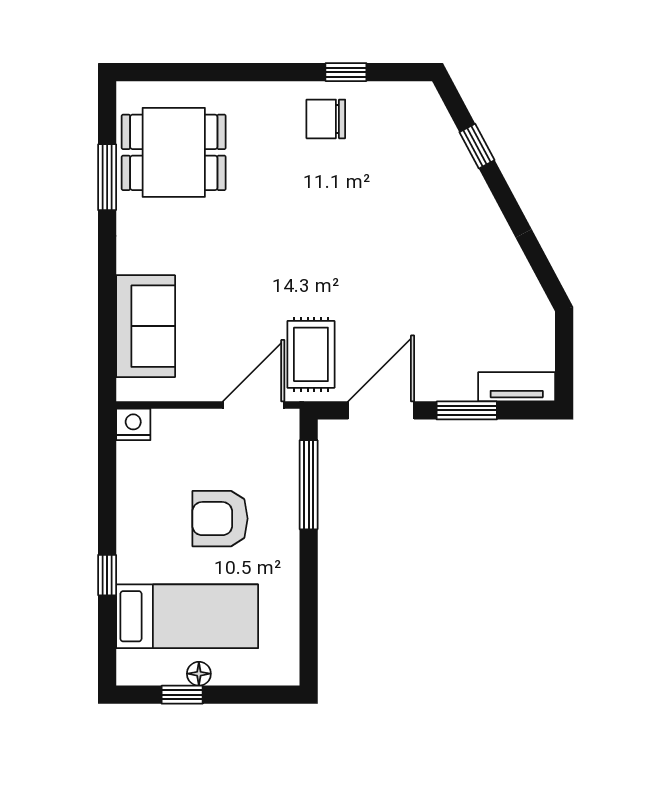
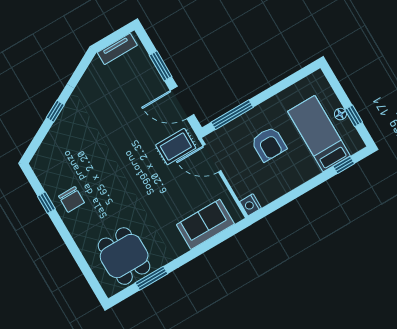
window: (477, 146) -> (55, 111), moved
tv unit: (517, 387) -> (117, 49), moved, turned -90
window: (107, 575) -> (344, 165), moved

